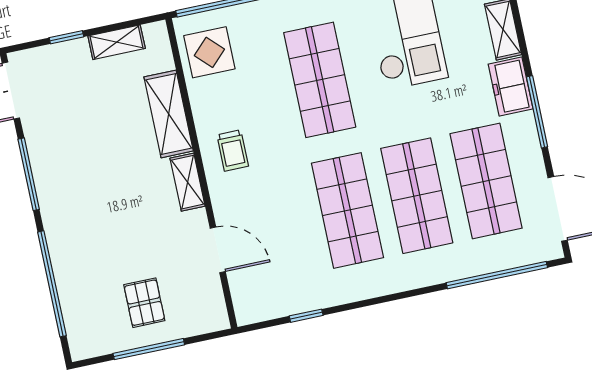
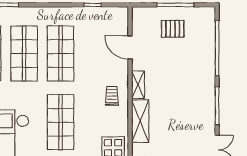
pallet: (144, 303) -> (173, 29), turned 90

